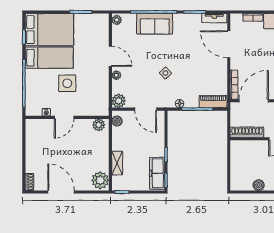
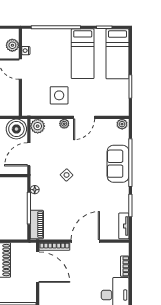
bed: (49, 30) -> (117, 54), width x0.67
door: (229, 44) -> (85, 241), moved
side table: (67, 83) -> (59, 95), moved
boiler: (117, 121) -> (16, 129), width x1.86, depth x1.86
plant: (99, 125) -> (12, 45), moved

